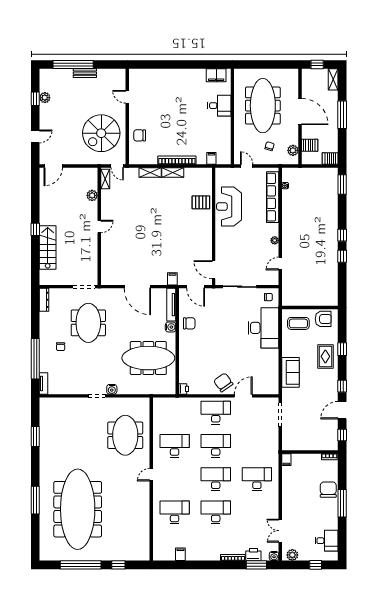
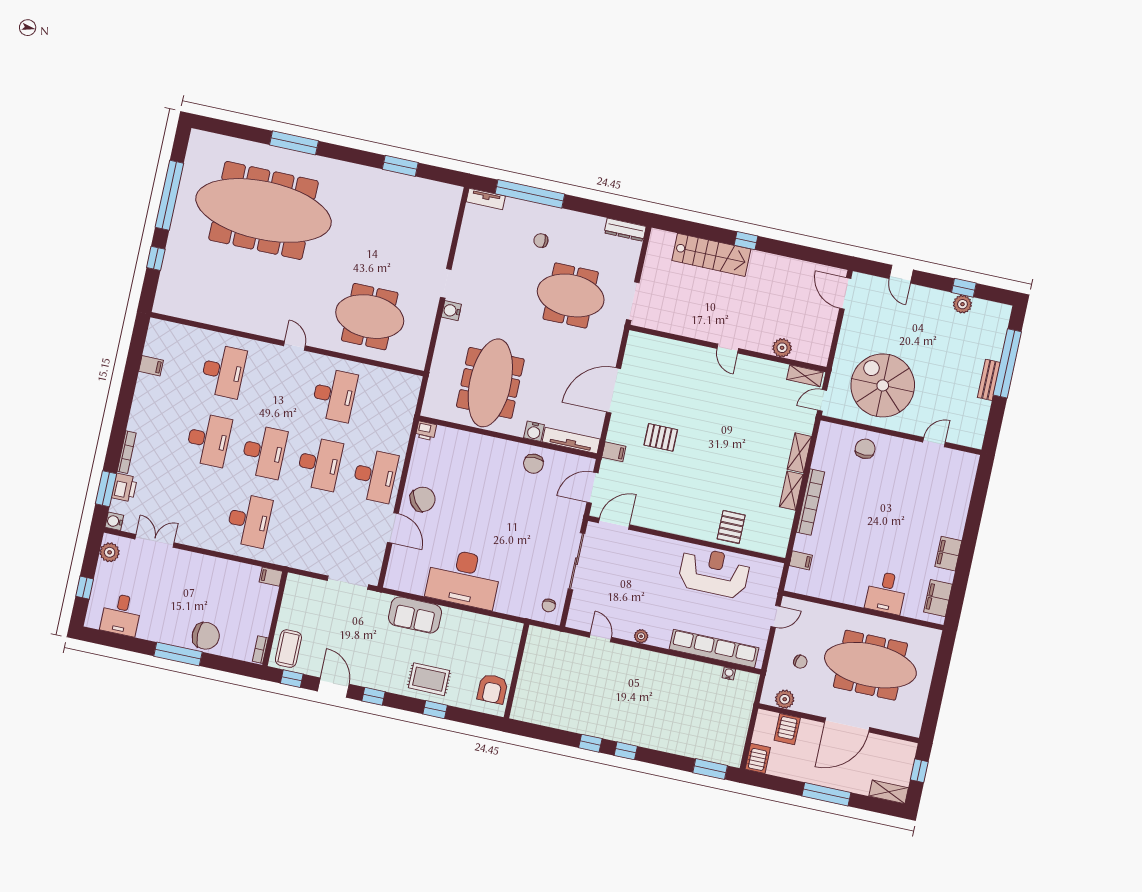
filing cabinet: (189, 75) -> (948, 554), added
pallet: (158, 254) -> (661, 437), added
coffee table: (298, 323) -> (288, 649), moved
desk: (263, 328) -> (464, 578), moved

